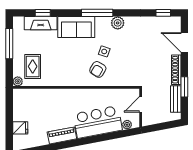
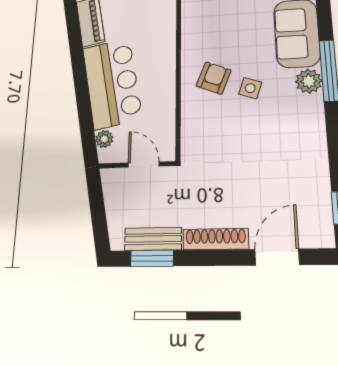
plant: (118, 23) -> (309, 81), moved
armchair: (98, 69) -> (214, 78), turned 81
window: (184, 87) -> (152, 258), moved

